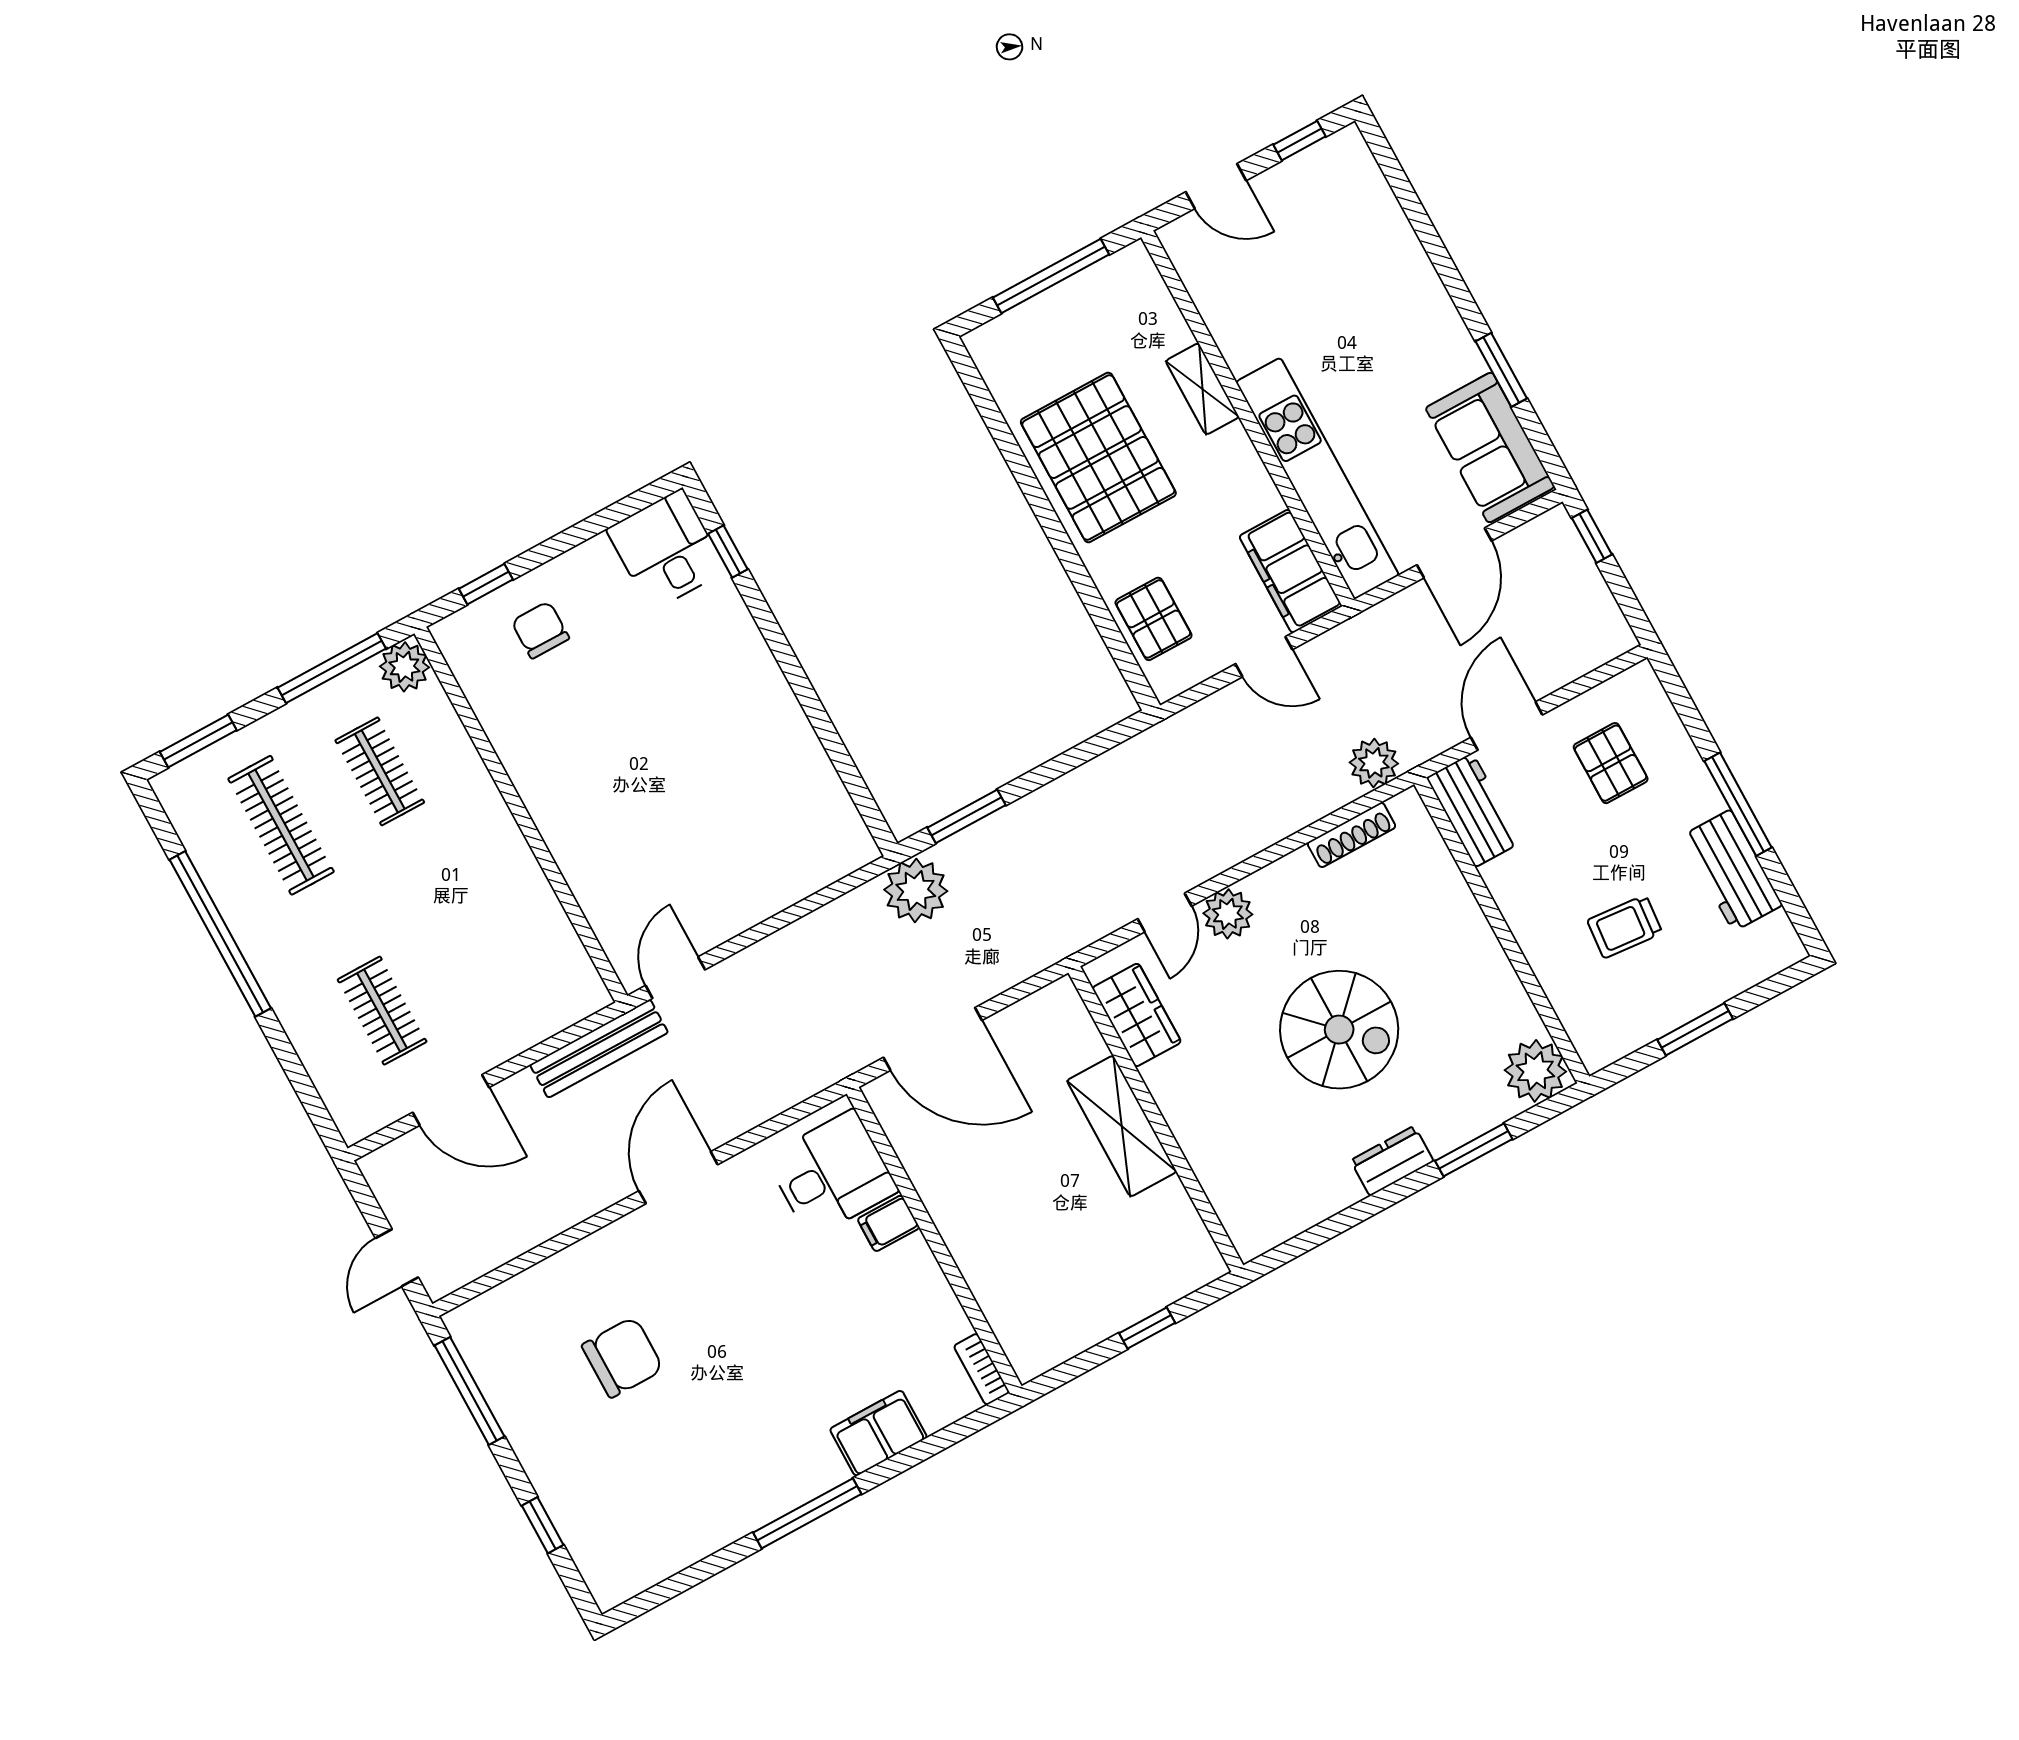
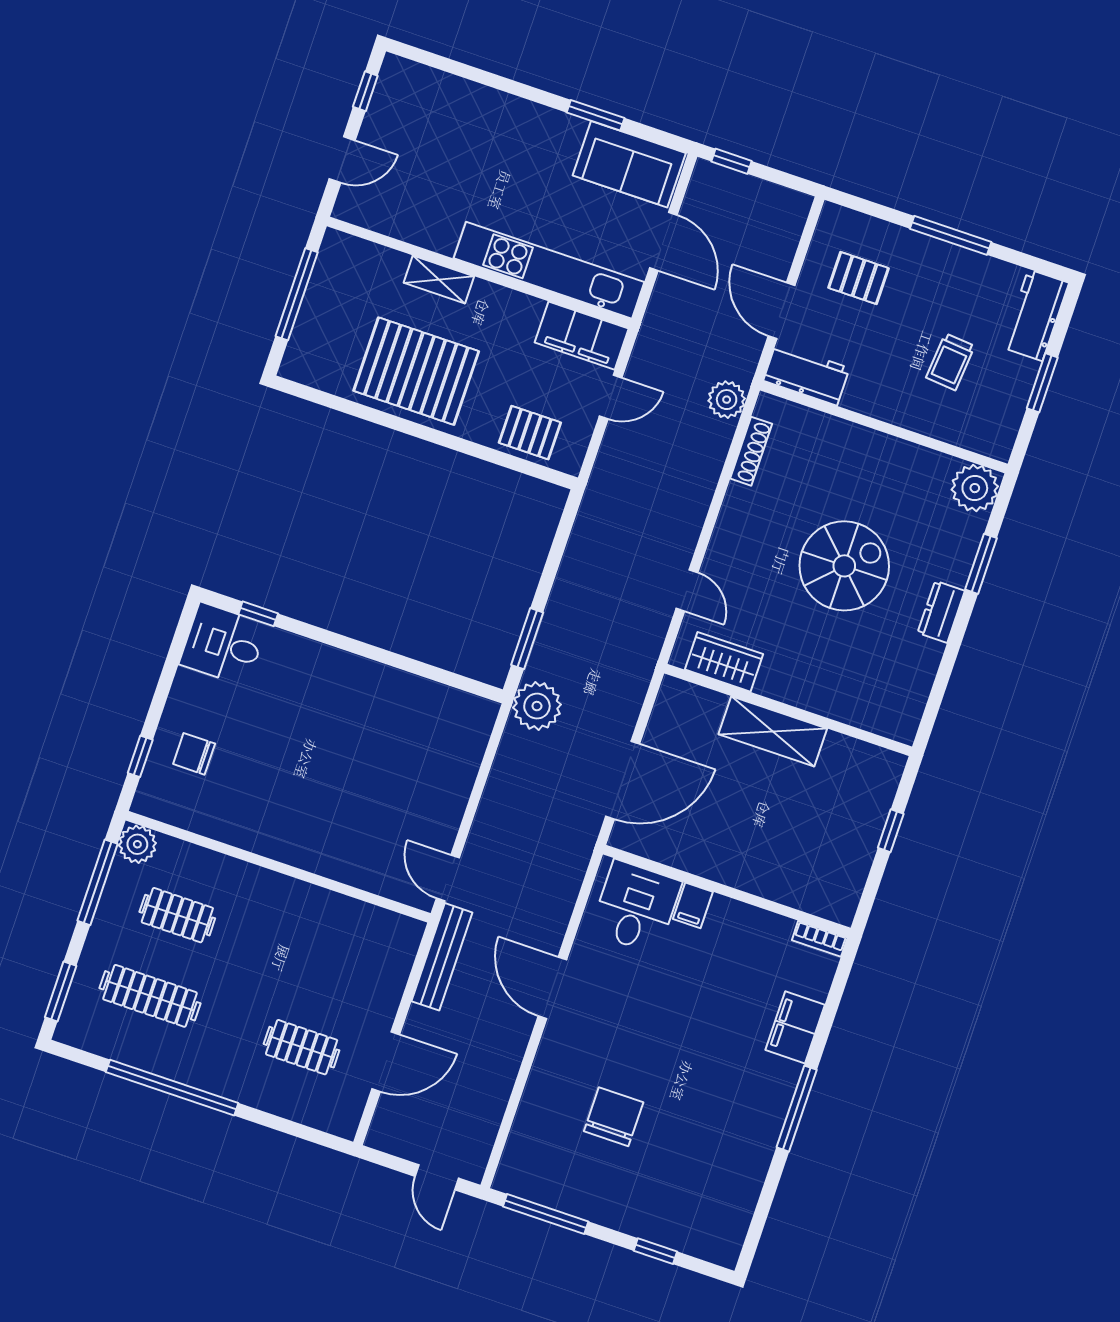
workbench: (1732, 871) -> (1035, 315), moved, turned 90
plant: (1228, 914) -> (723, 559), removed

